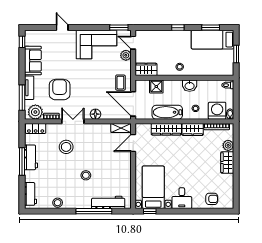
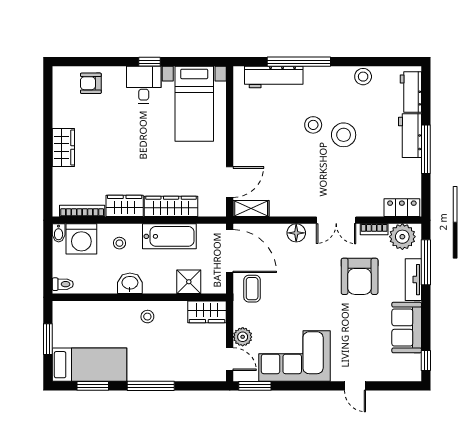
window: (178, 28) -> (151, 386), width x2.17
plant: (228, 145) -> (62, 178), removed
stool: (66, 147) -> (344, 135), moved
workbench: (31, 157) -> (410, 136), moved
window: (150, 211) -> (149, 62), moved

